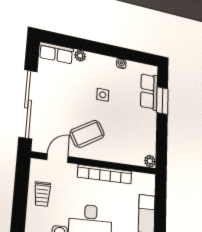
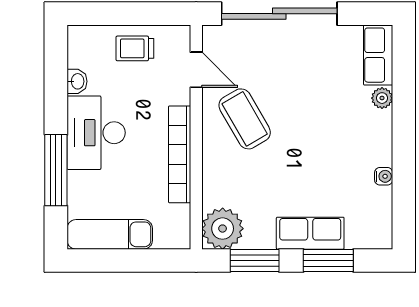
row of seats: (149, 92) -> (310, 233), moved
side table: (103, 95) -> (319, 144), removed
window: (162, 140) -> (255, 260), added
plant: (150, 161) -> (223, 229), width x1.87, depth x1.87

